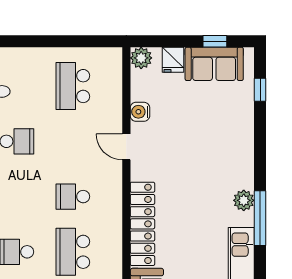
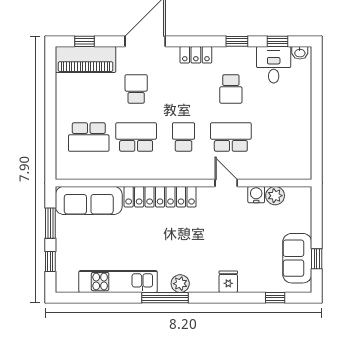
plant: (141, 58) -> (275, 196), moved
fridge: (173, 60) -> (228, 282), moved, turned 90
school desk: (73, 86) -> (231, 137), moved
door: (126, 147) -> (226, 183), hinge flipped

